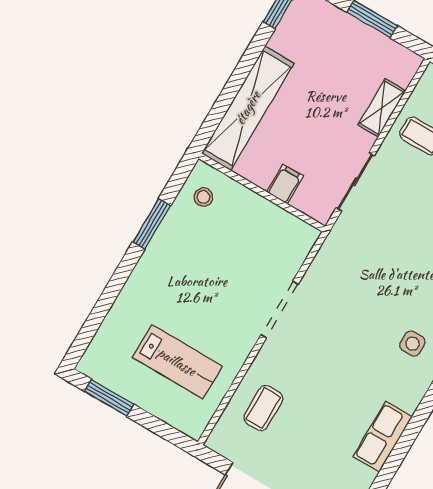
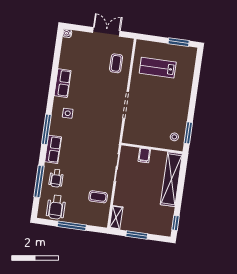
shelving: (382, 108) -> (116, 217), moved
window: (152, 224) -> (188, 133), moved
row of seats: (383, 437) -> (63, 83), moved

